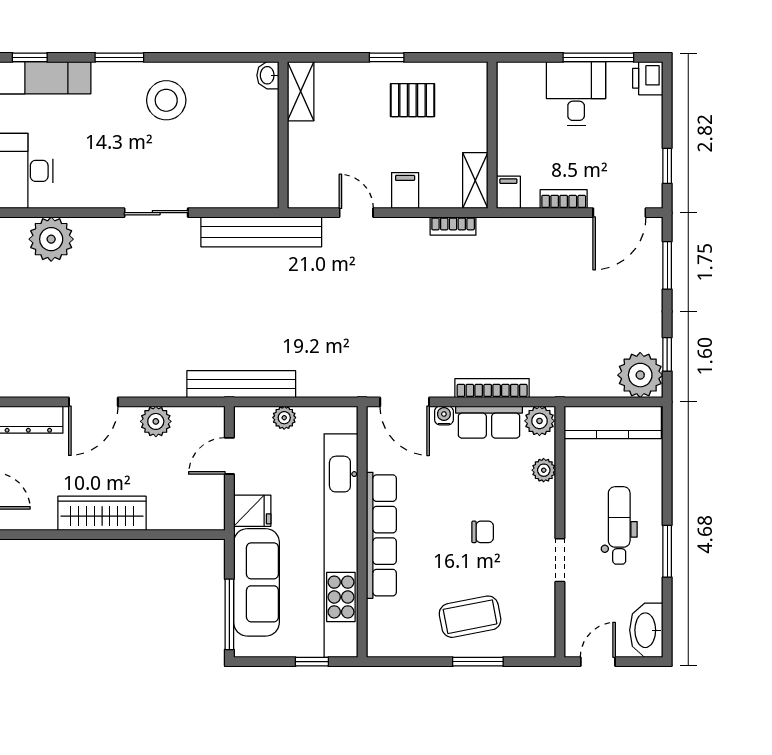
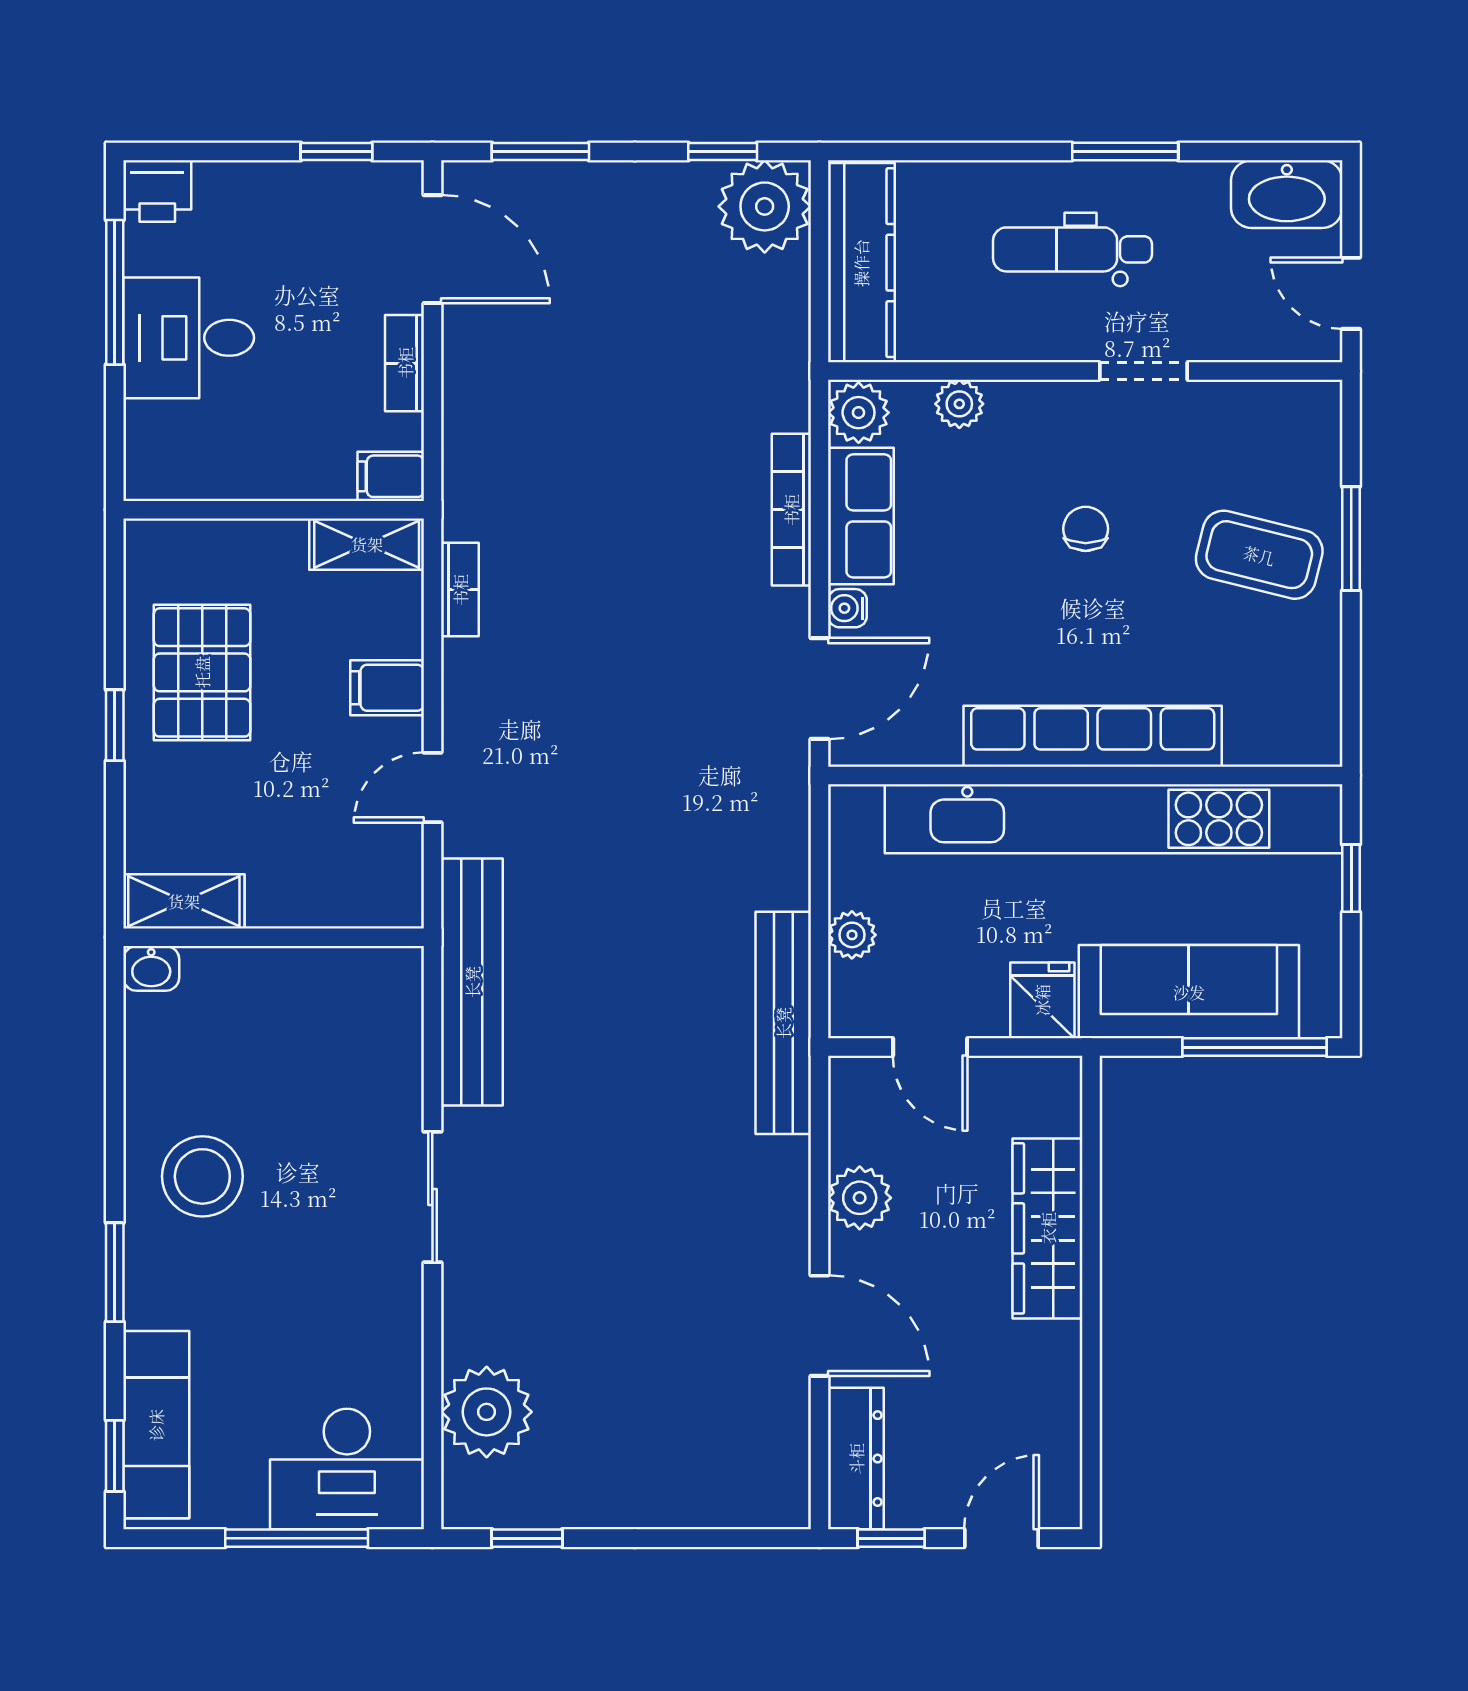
pallet: (412, 100) -> (202, 672), width x1.50, depth x1.42
wardrobe: (102, 513) -> (1048, 1228), moved
coffee table: (470, 617) -> (1259, 555), turned -65

